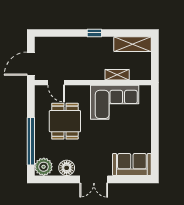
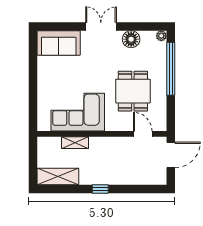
plant: (44, 167) -> (161, 36), width x0.53, depth x0.53

